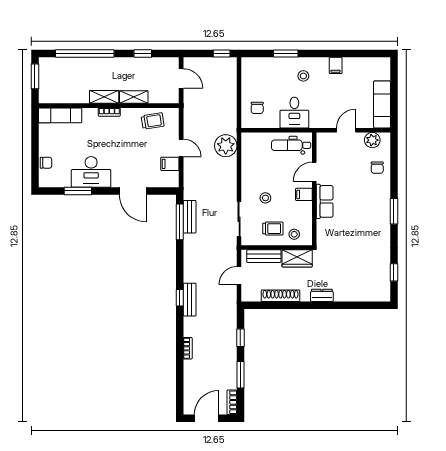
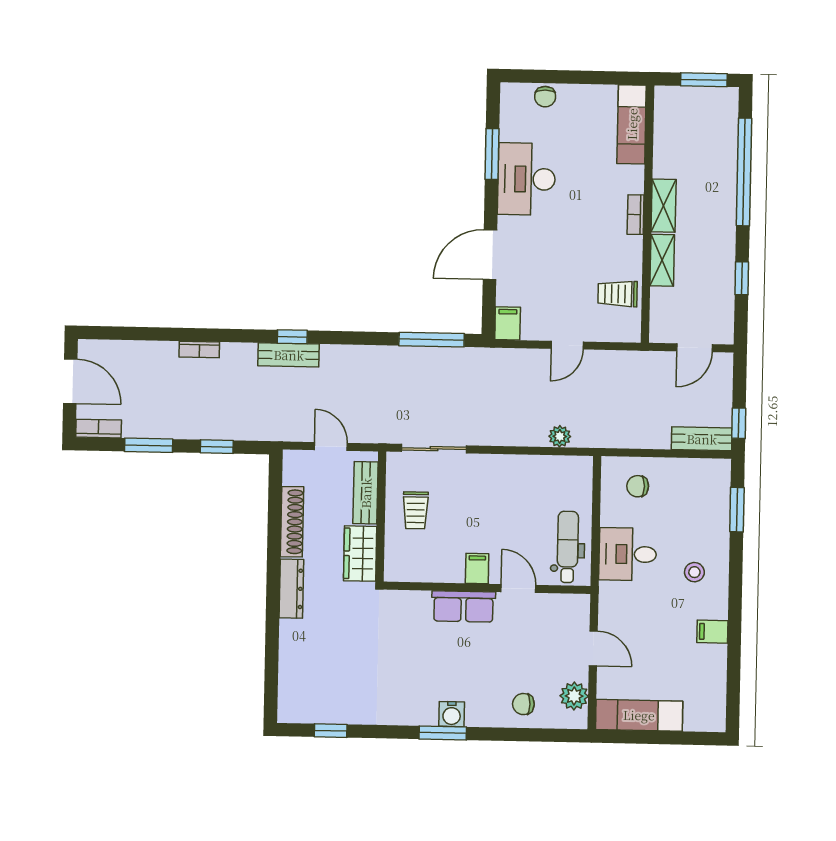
window: (286, 53) -> (737, 510), moved
trolley: (153, 121) -> (618, 294), turned 99
plant: (226, 146) -> (560, 436), width x0.53, depth x0.53
filing cabinet: (170, 164) -> (508, 323), moved
stool: (265, 198) -> (472, 498), removed
water cooler: (383, 207) -> (452, 714), added
bench: (190, 217) -> (702, 439), moved
stool: (294, 234) -> (404, 549), removed
dresser: (322, 295) -> (291, 589), width x1.44

